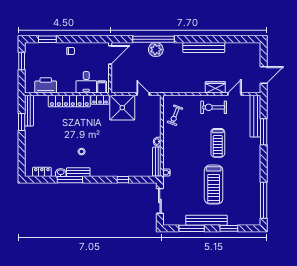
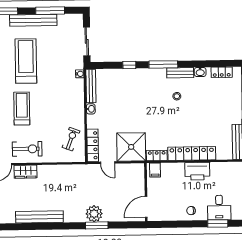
window: (154, 39) -> (97, 225), width x0.47
desk: (86, 82) -> (219, 208), moved, turned 180
printer: (46, 85) -> (197, 171), moved
locker: (156, 110) -> (93, 145), added
window: (70, 180) -> (163, 64), moved

